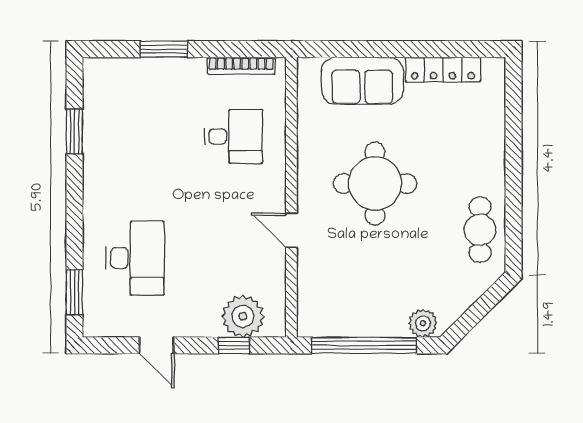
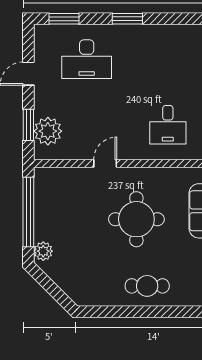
window: (74, 131) -> (127, 19), moved
cafe table: (480, 230) -> (147, 286), moved
window: (234, 345) -> (28, 125), width x1.50

